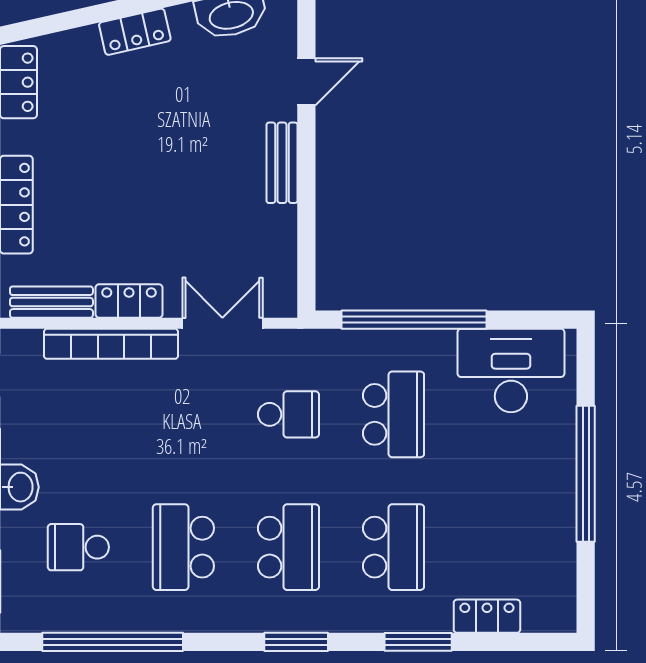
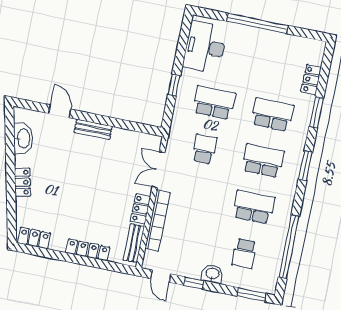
window: (414, 320) -> (174, 85), width x0.32
school desk: (183, 547) -> (254, 207), turned 180

